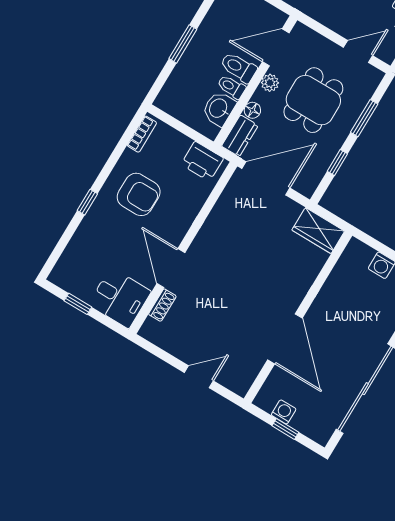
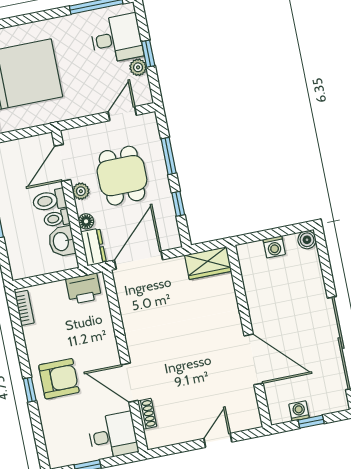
armchair: (139, 194) -> (59, 379), moved

